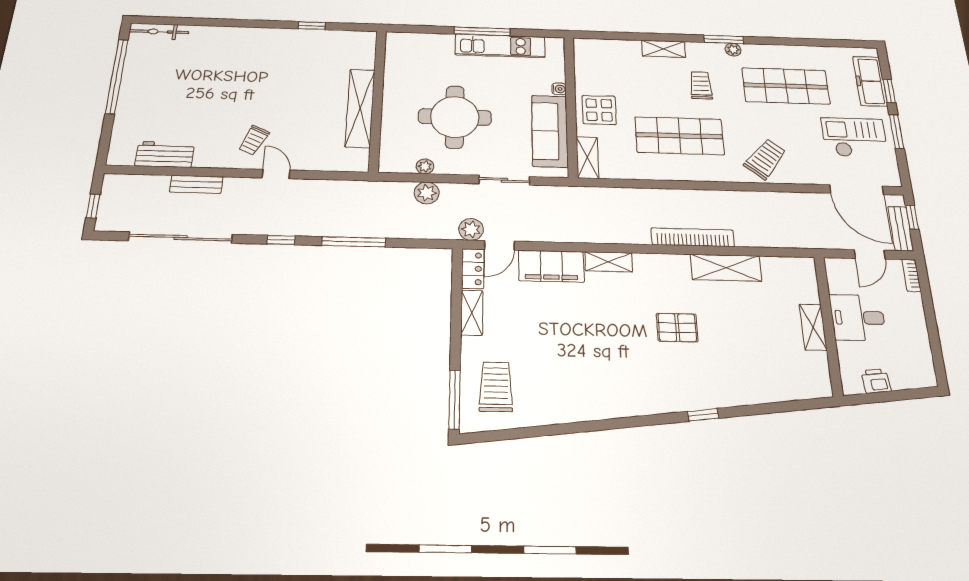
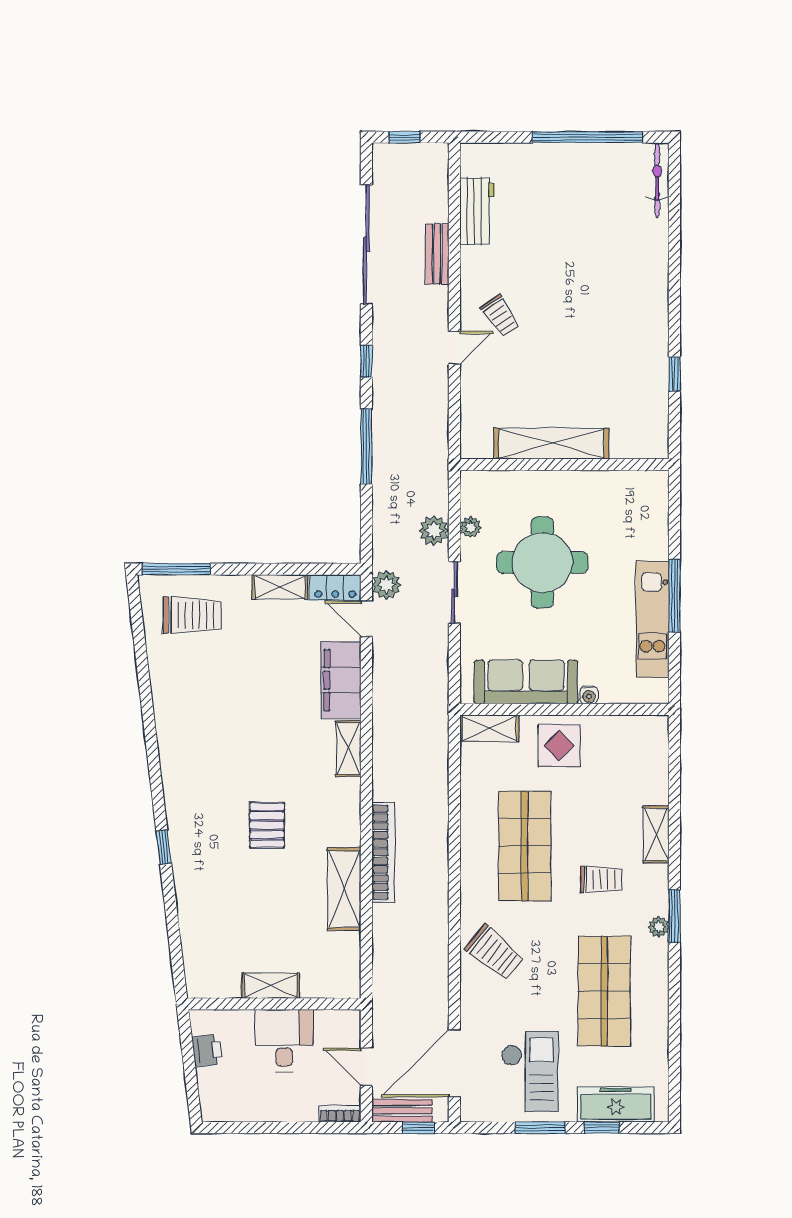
trolley: (254, 140) -> (500, 316), turned -149
sliding door: (504, 180) -> (454, 593), moved

